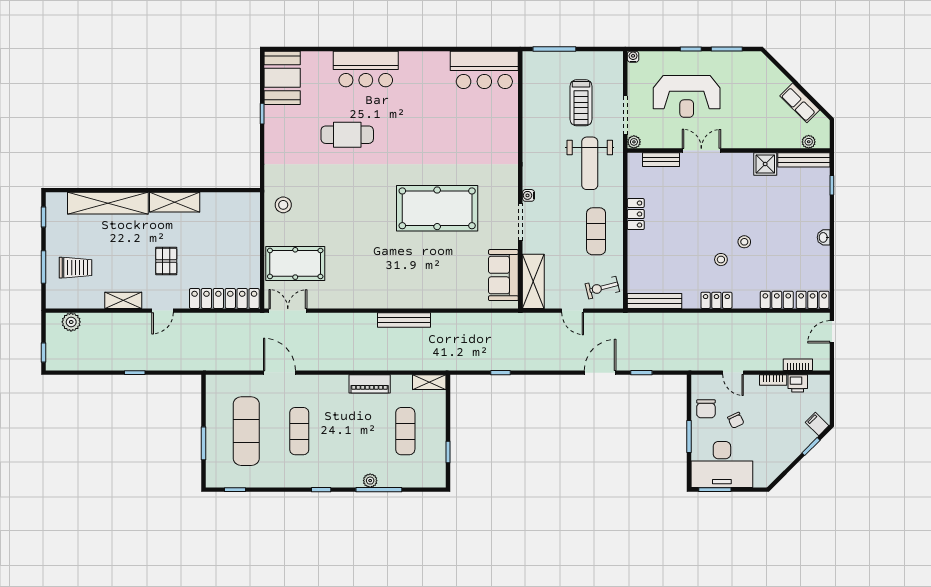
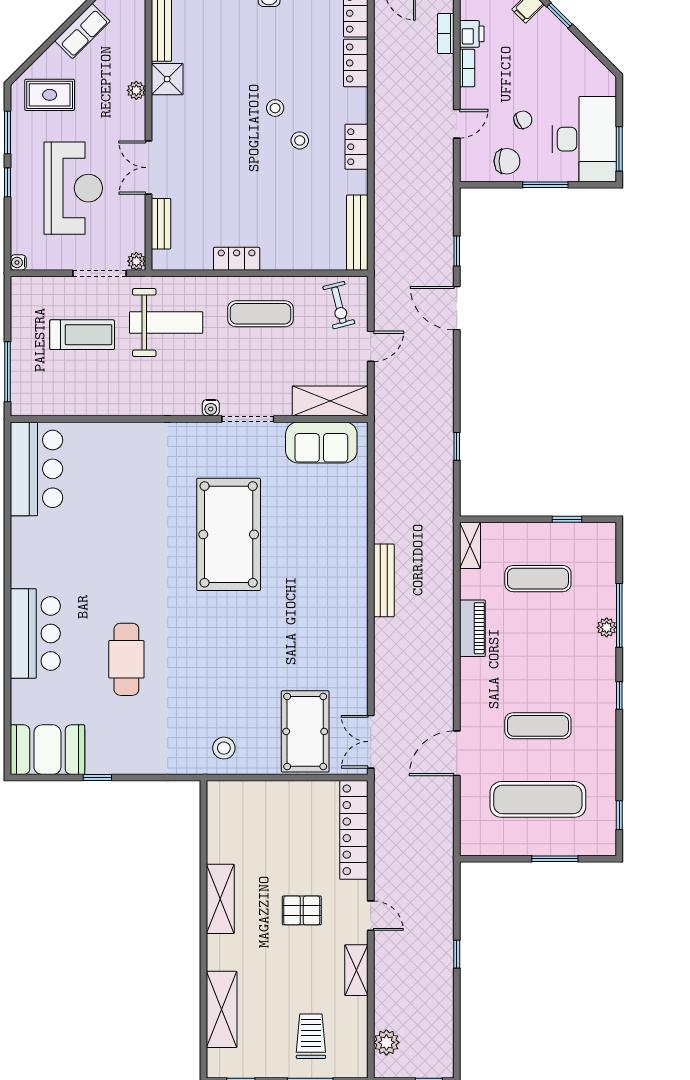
rug: (754, 79) -> (50, 95), added
plant: (809, 142) -> (136, 90), moved
shelving: (108, 203) -> (222, 1009), width x0.68

